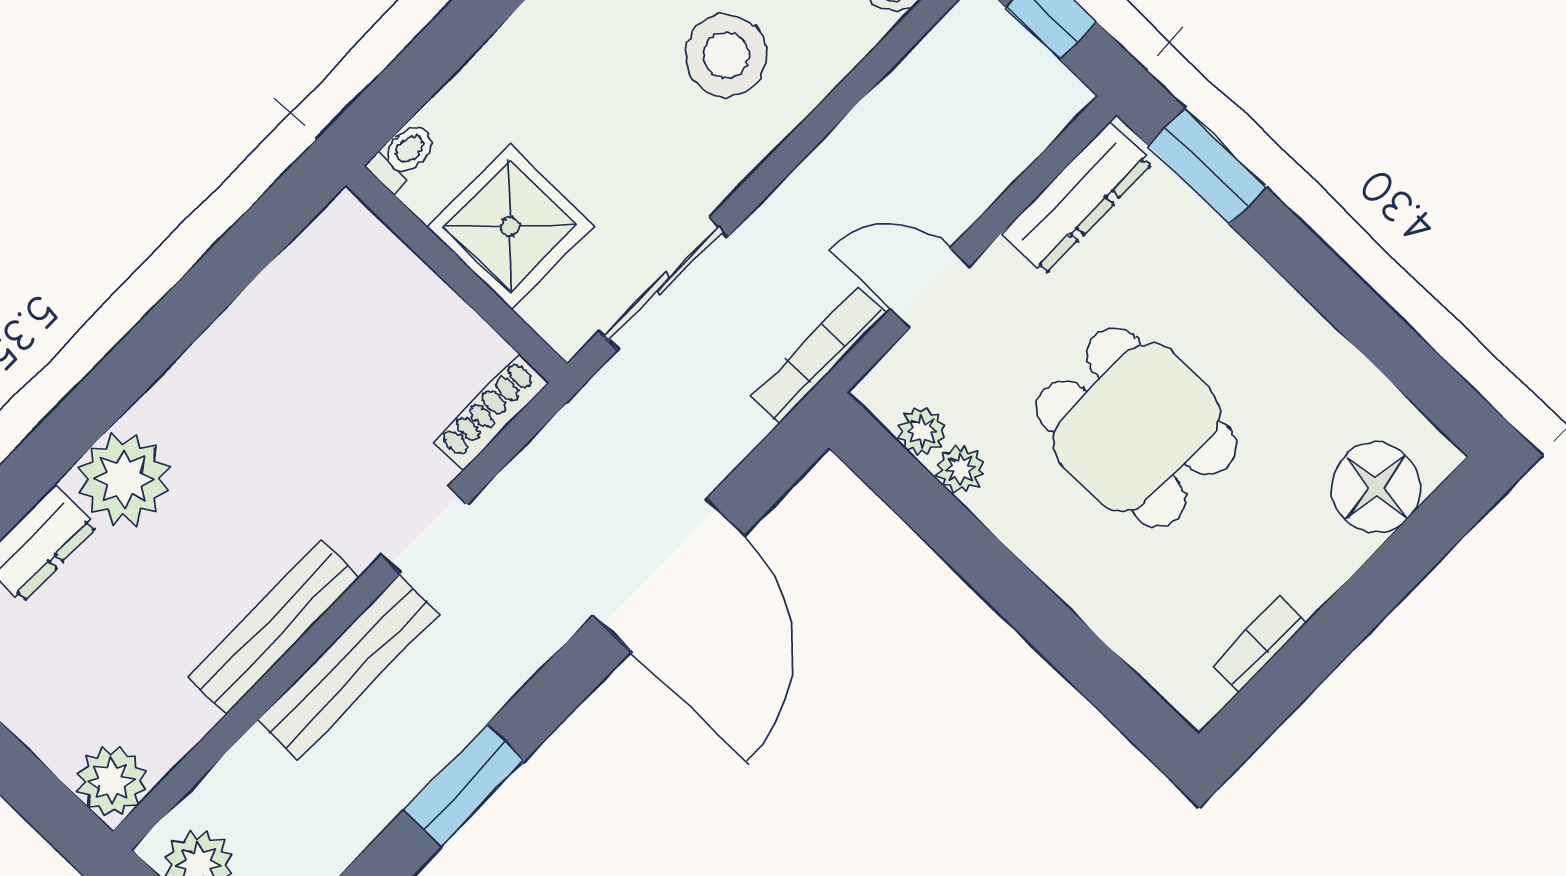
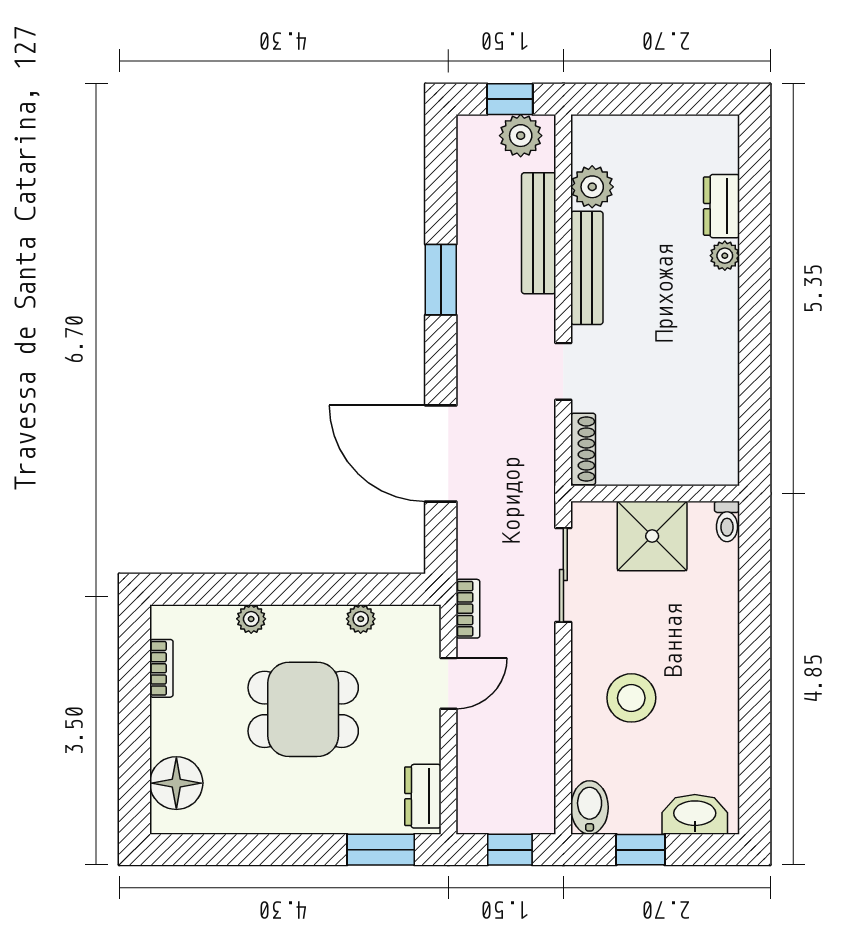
dresser: (1077, 198) -> (423, 796), width x0.70
bookcase: (819, 355) -> (468, 609), width x0.64
plant: (922, 431) -> (251, 619), moved
plant: (123, 480) -> (725, 256), width x0.53, depth x0.53
bench: (349, 667) -> (539, 233), moved
plant: (112, 781) -> (592, 187), moved

